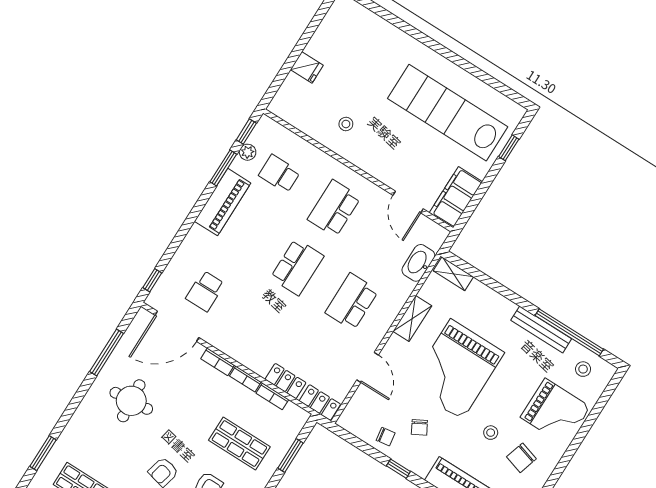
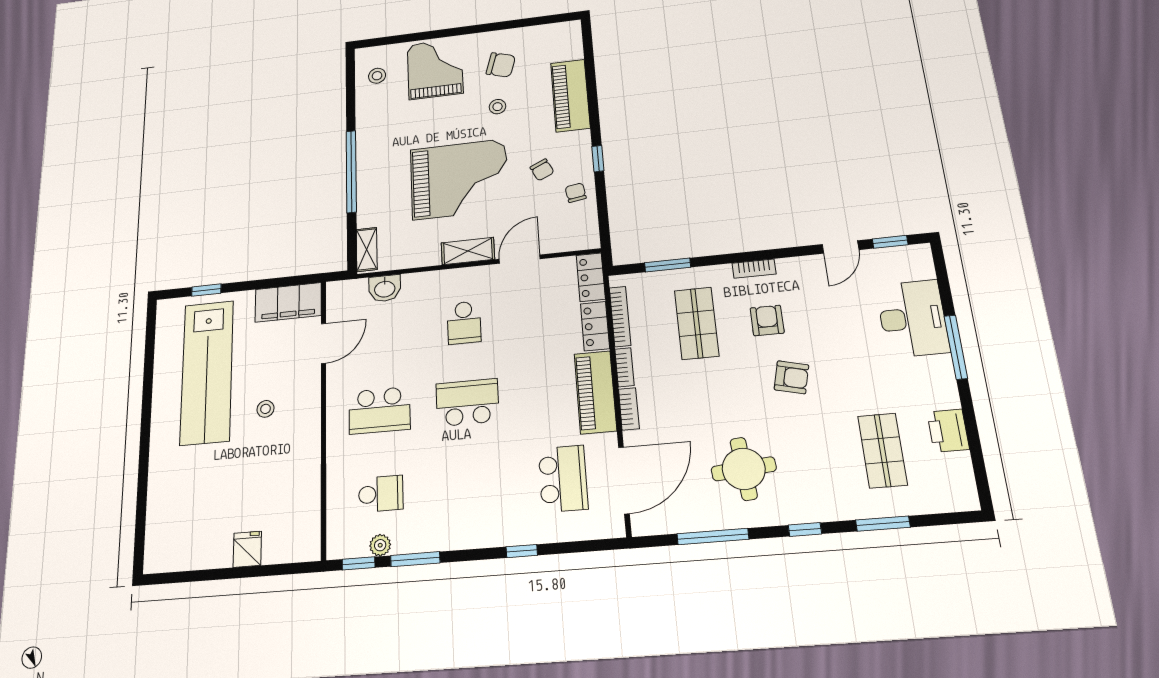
stool: (346, 124) -> (266, 409), moved
school desk: (279, 174) -> (381, 494), turned -90
piano: (223, 202) -> (595, 392), moved, turned -90
washbasin: (418, 263) -> (385, 288), width x0.72
window: (152, 280) -> (522, 551), moved
school desk: (205, 291) -> (563, 479), width x1.85
school desk: (352, 302) -> (464, 323), width x0.54
shelving: (412, 318) -> (468, 251), moved
door: (177, 326) -> (624, 480), hinge flipped
bench: (541, 329) -> (365, 136), removed
window: (569, 332) -> (351, 171), moved
bookcase: (272, 396) -> (620, 317), width x1.56
window: (72, 407) -> (805, 530), added
chair: (419, 427) -> (542, 170), turned 94

